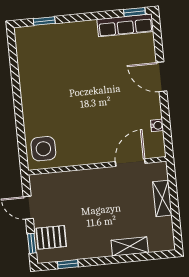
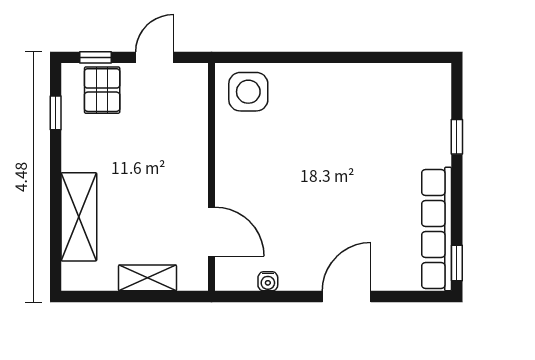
window: (44, 21) -> (457, 137), moved
row of seats: (125, 25) -> (437, 229), width x1.36
shelving: (130, 246) -> (79, 217), width x1.50, depth x1.33

